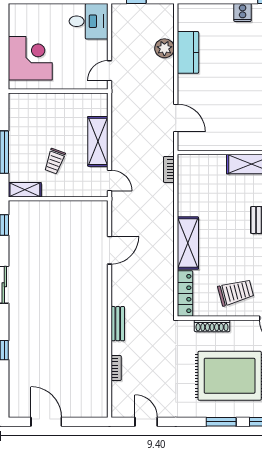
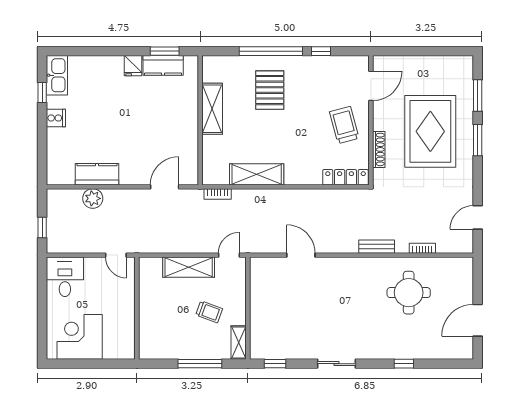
corner desk: (30, 58) -> (80, 337), moved
shelving: (188, 243) -> (257, 174), moved
round table: (73, 355) -> (409, 293), added

